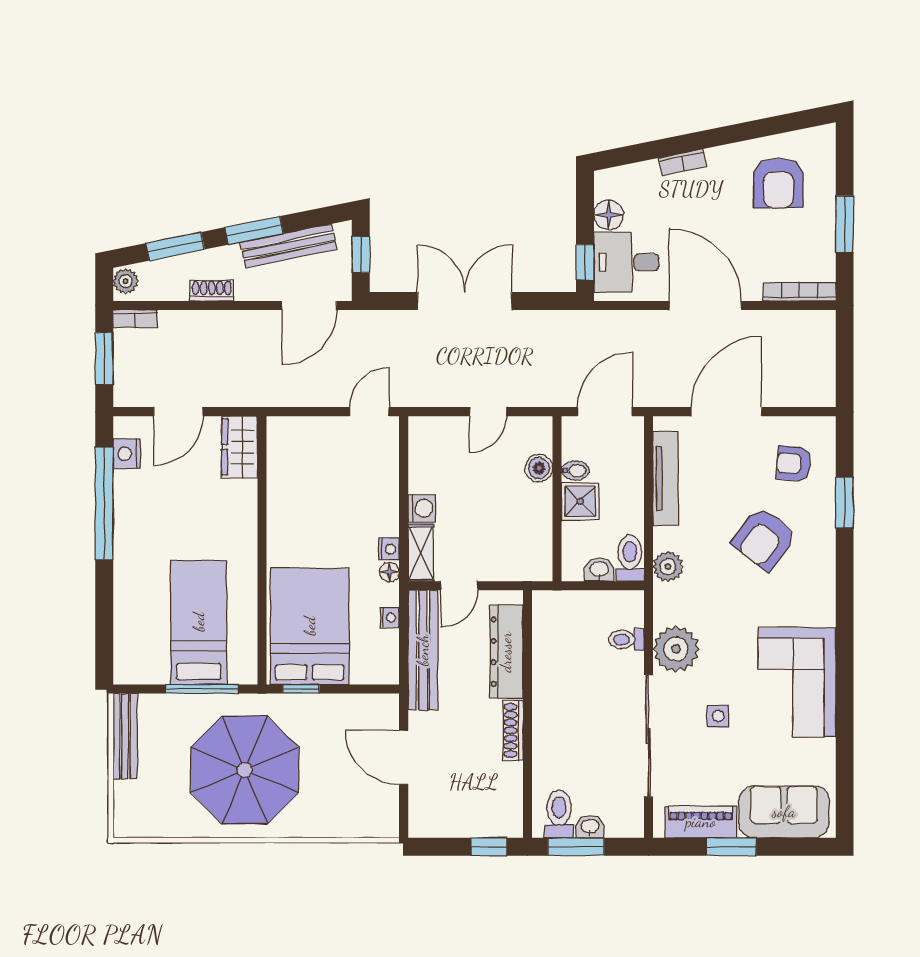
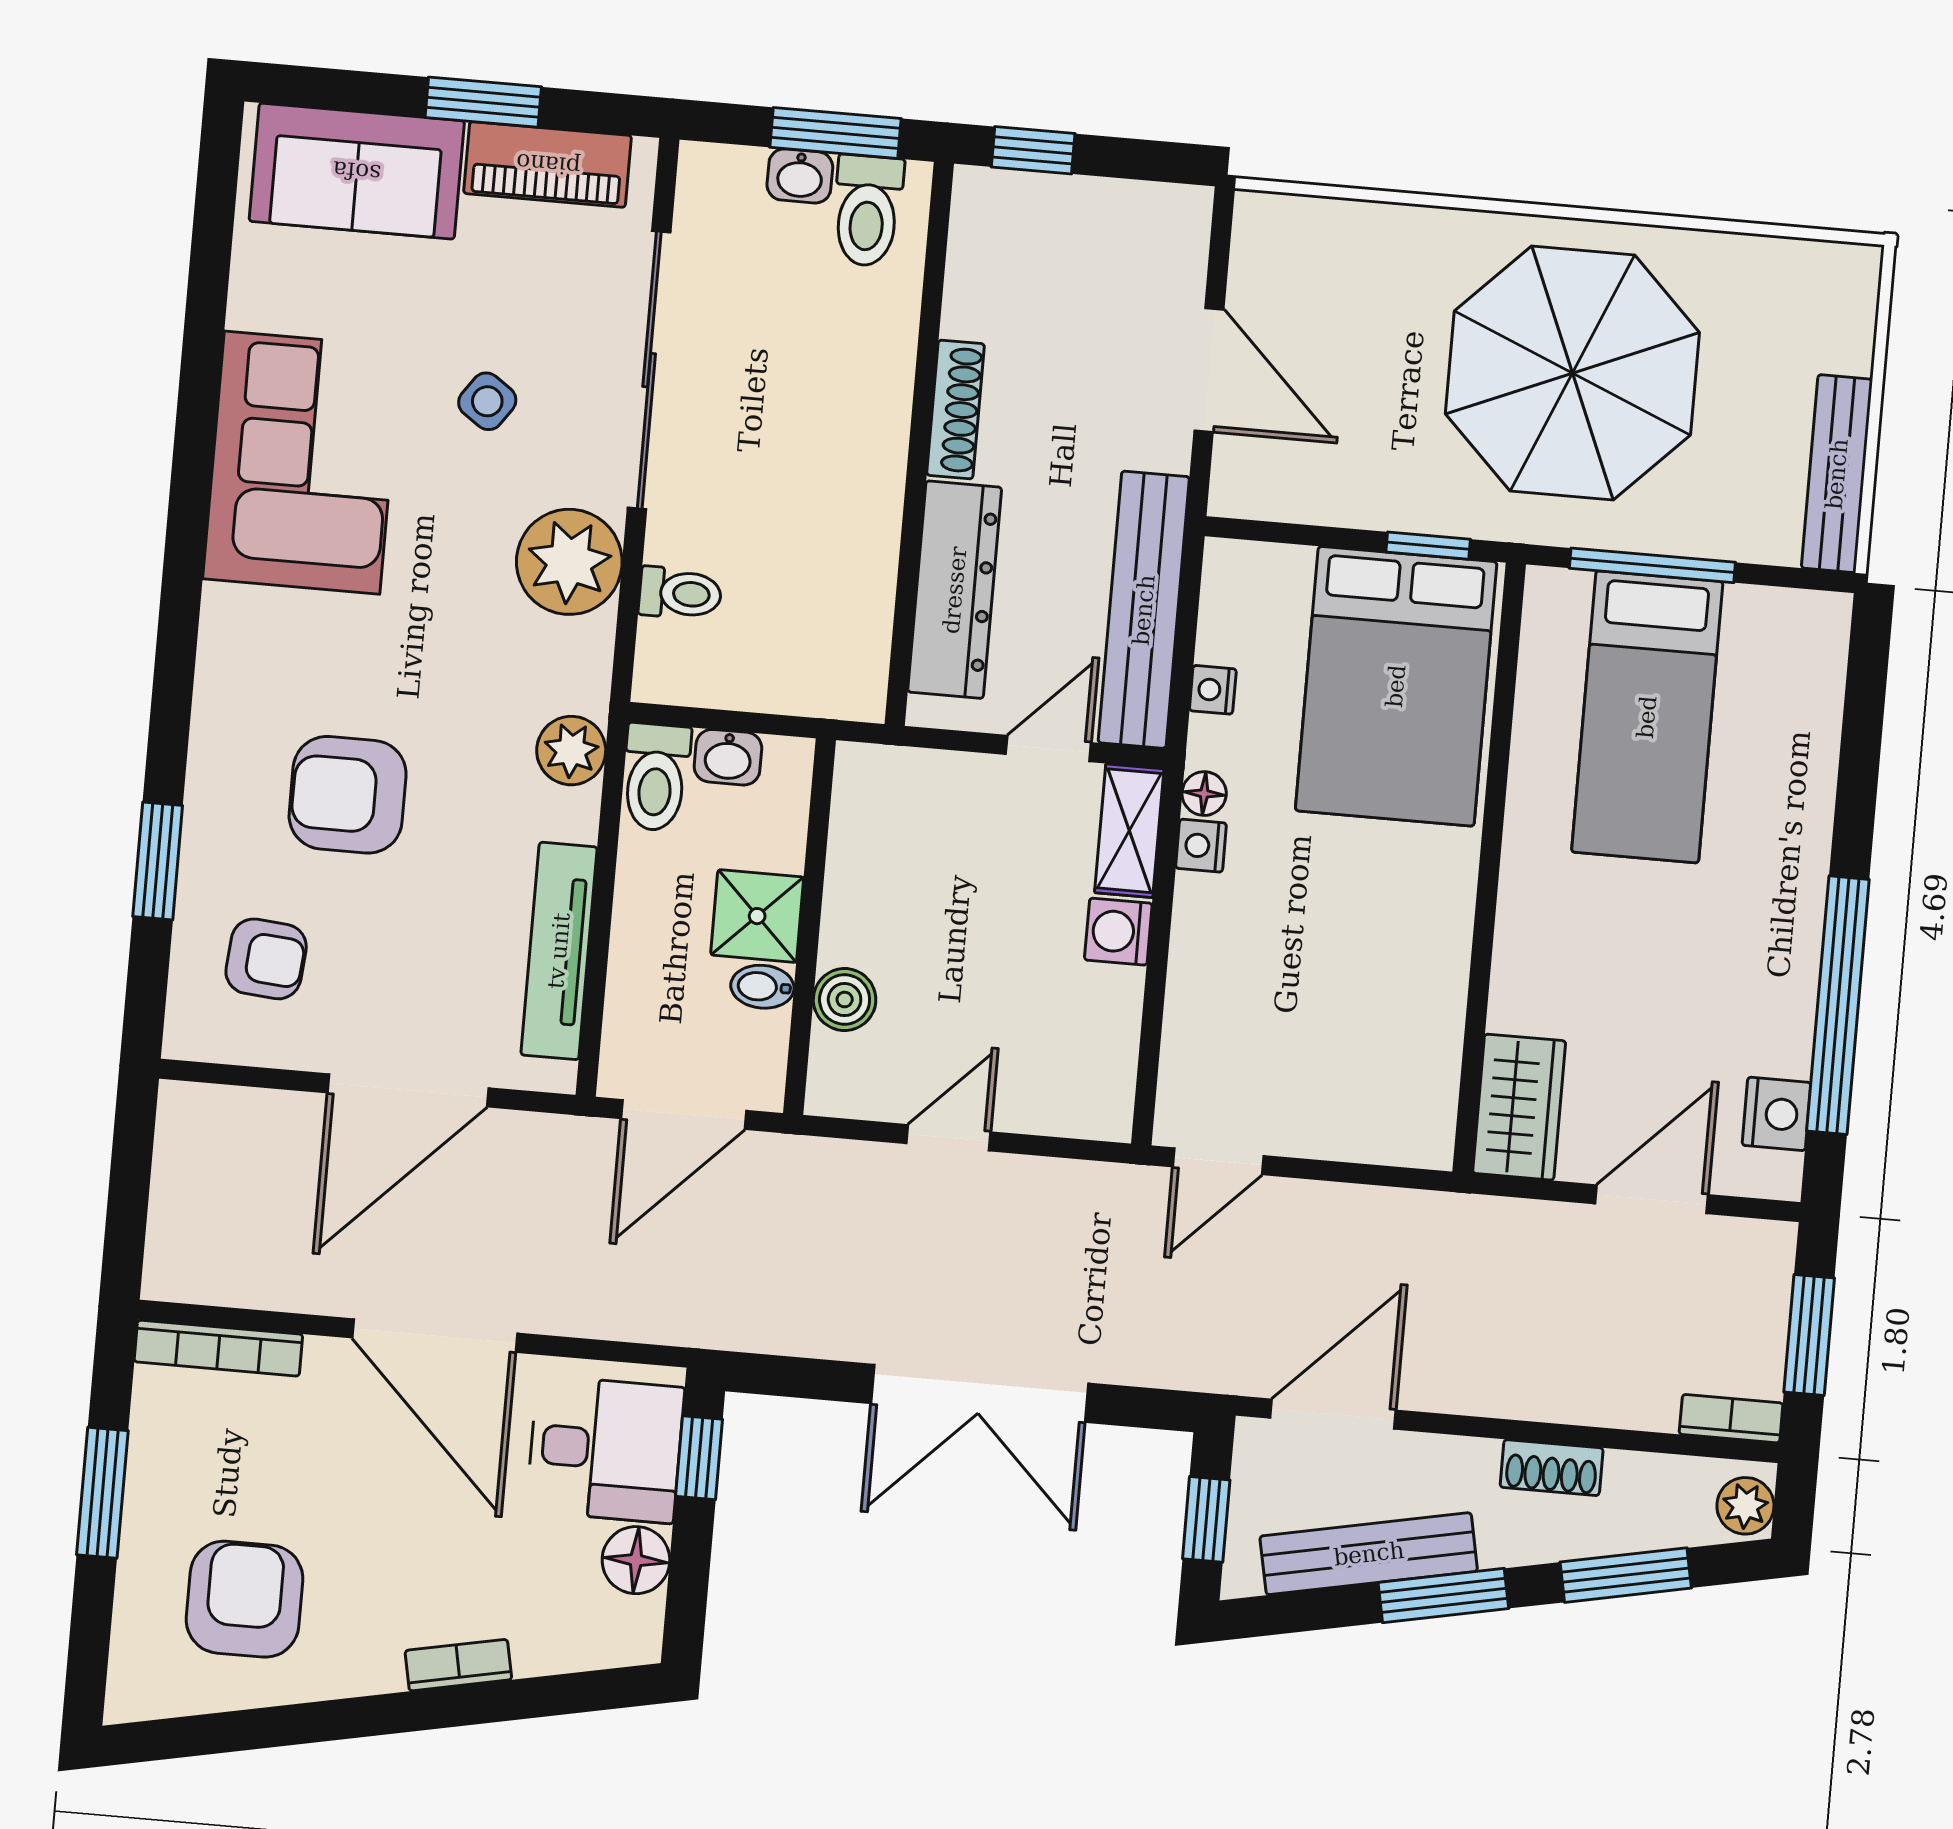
armchair: (764, 539) -> (348, 795), turned -127
side table: (718, 716) -> (487, 401), turned 35

